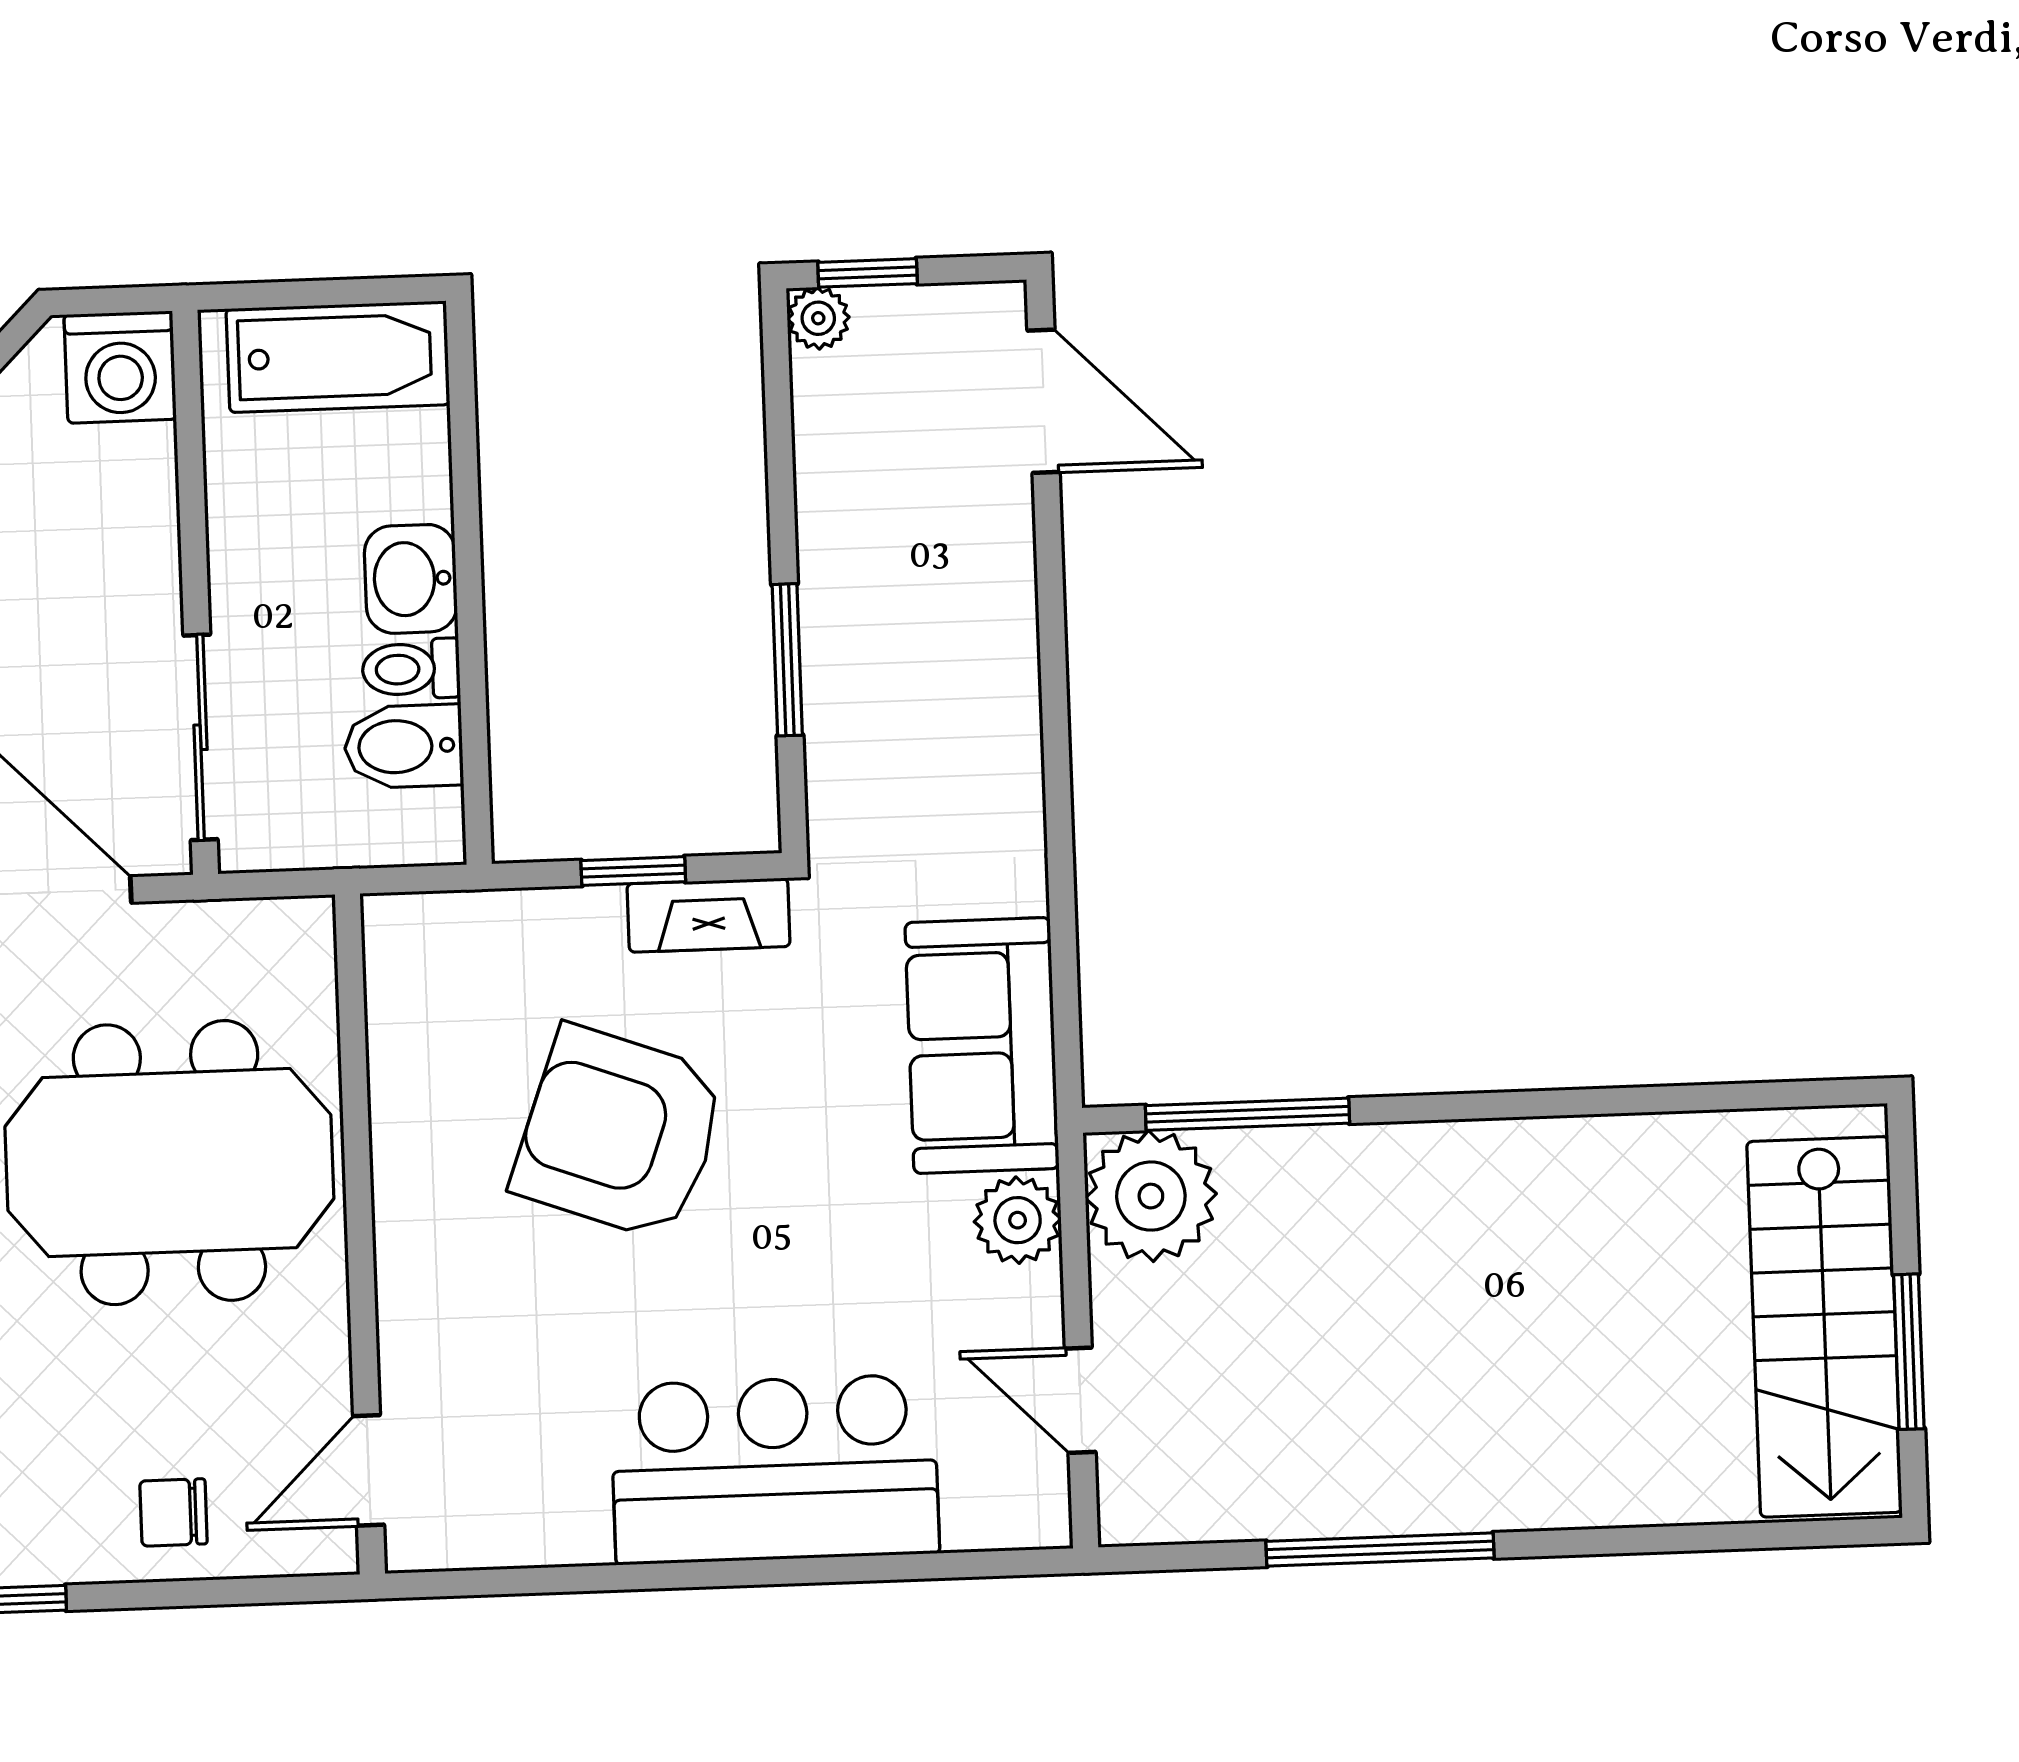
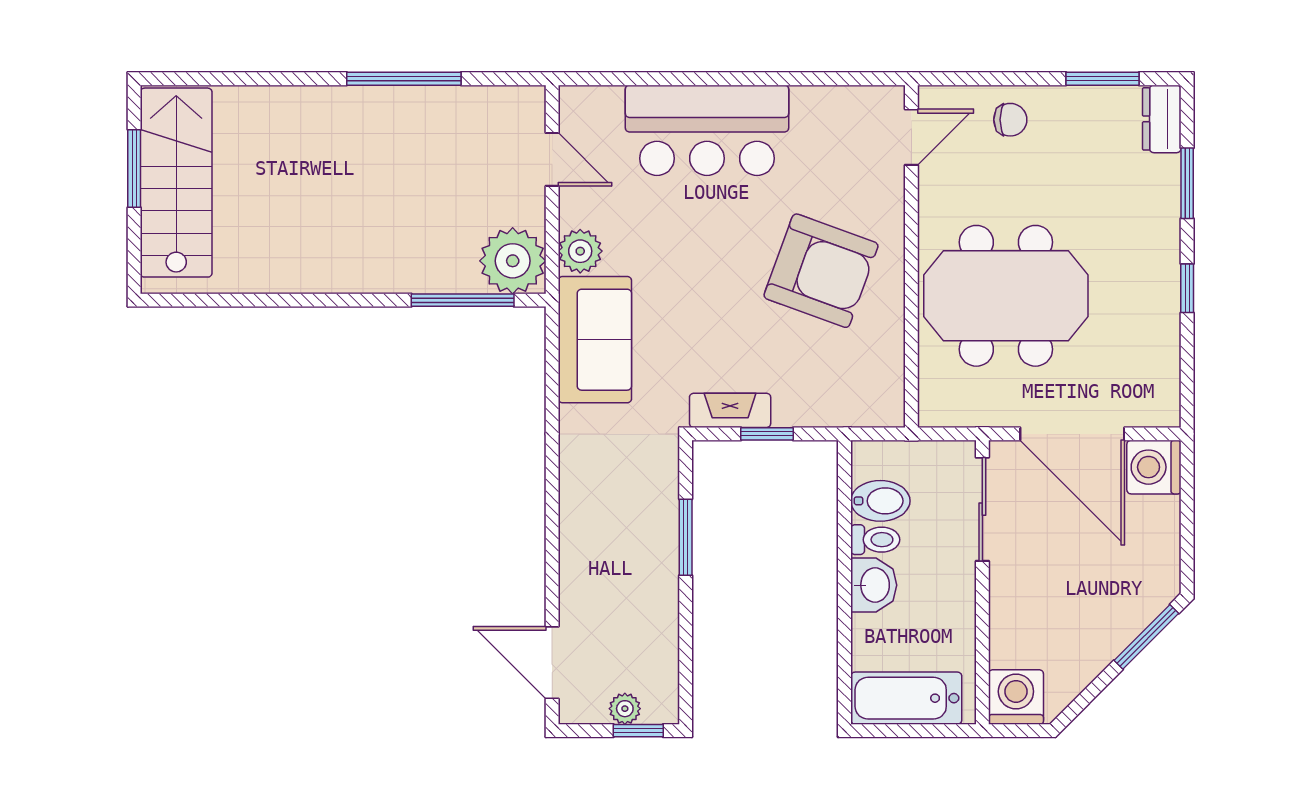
plant: (818, 318) -> (625, 709), moved
armchair: (620, 1133) -> (821, 271), moved

